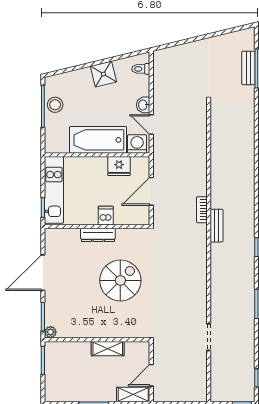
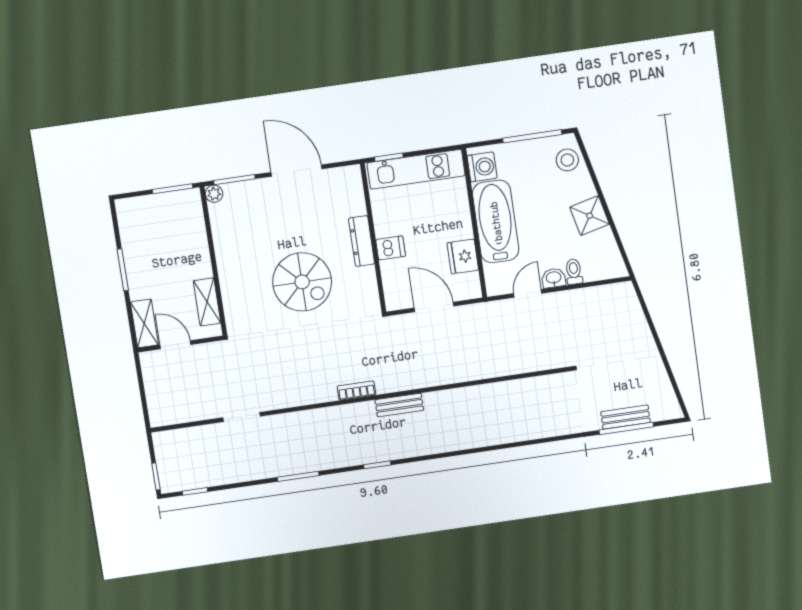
toilet: (141, 69) -> (574, 272), moved
stool: (55, 105) -> (567, 160), moved
washing machine: (137, 144) -> (482, 167), moved
bookcase: (202, 210) -> (356, 390), moved
shelving: (108, 349) -> (207, 302), moved

